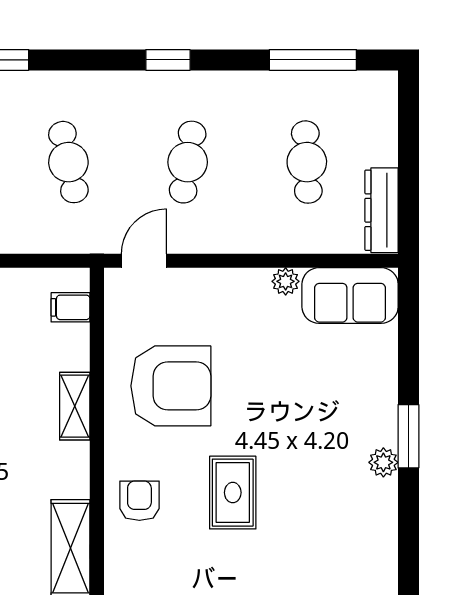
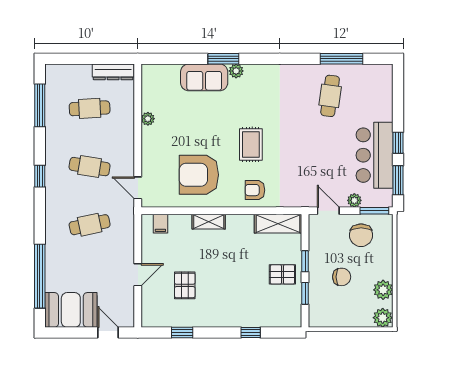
sofa: (350, 295) -> (204, 77), moved, turned 90
armchair: (171, 386) -> (199, 175), turned -90
rug: (233, 493) -> (251, 144), turned 90

